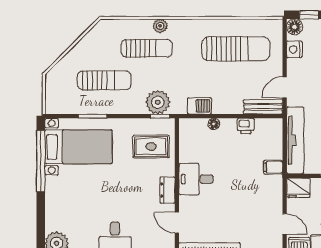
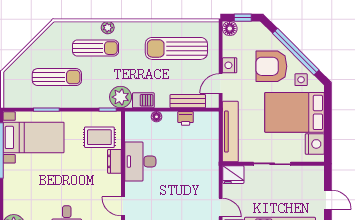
sun lounger: (236, 49) -> (176, 48), turned 180
nightstand: (294, 49) -> (230, 65), moved
plant: (158, 102) -> (121, 97), moved
bench: (263, 107) -> (188, 101), moved
filing cabinet: (273, 167) -> (210, 156), removed
desk: (196, 179) -> (140, 161), width x1.37
dresser: (168, 190) -> (114, 161), moved

